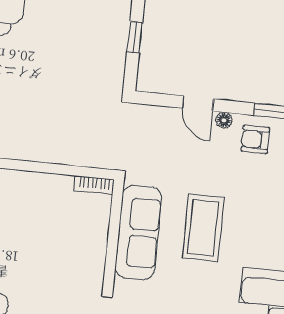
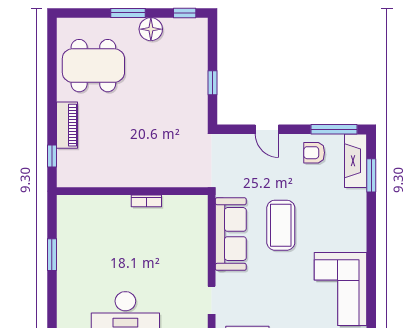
floor lamp: (224, 120) -> (288, 140), removed
bookcase: (94, 185) -> (146, 201), moved

